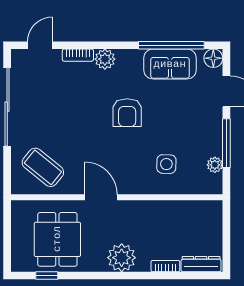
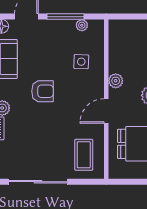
coffee table: (43, 167) -> (84, 155), turned -39
plant: (141, 210) -> (116, 81), added

